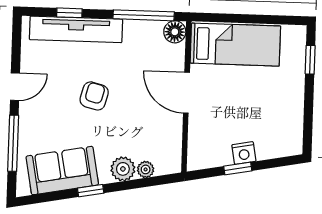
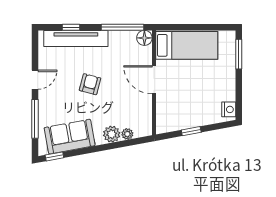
window: (310, 60) -> (239, 54), width x1.50
nightstand: (244, 153) -> (229, 109), moved, turned -80
window: (91, 191) -> (54, 156), moved

